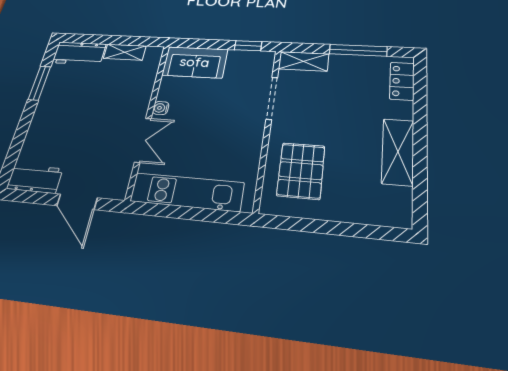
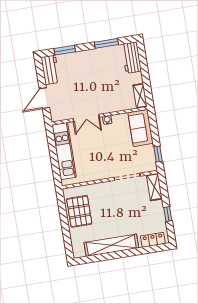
window: (358, 50) -> (168, 214), width x0.46
shelving: (125, 52) -> (140, 96), moved
window: (16, 147) -> (65, 50), added
shelving: (398, 152) -> (111, 245), width x1.47
pallet: (301, 171) -> (79, 211), moved, turned 90

